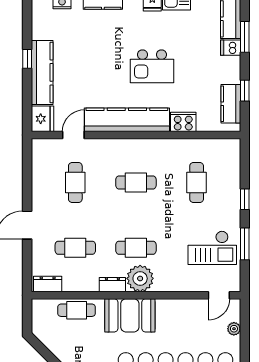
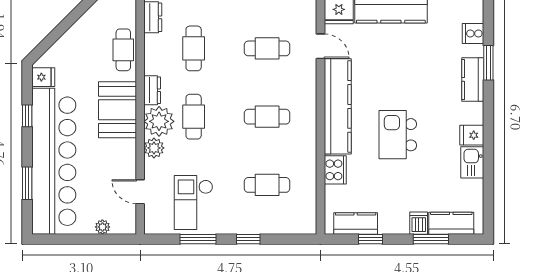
cafe table: (136, 182) -> (267, 117), turned 90
plant: (164, 283) -> (154, 148), added
door: (219, 295) -> (140, 192), moved

